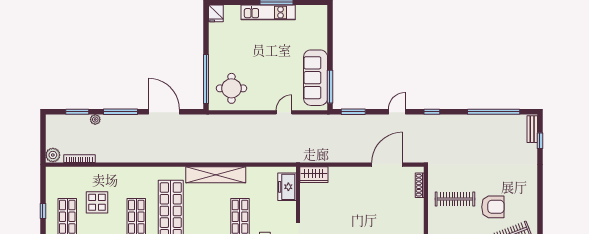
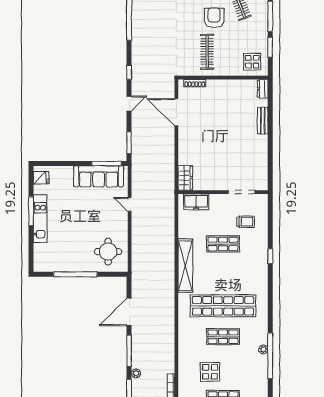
fridge: (216, 13) -> (41, 178), moved
window: (206, 79) -> (75, 274), moved
door: (397, 112) -> (129, 104), swing flipped

